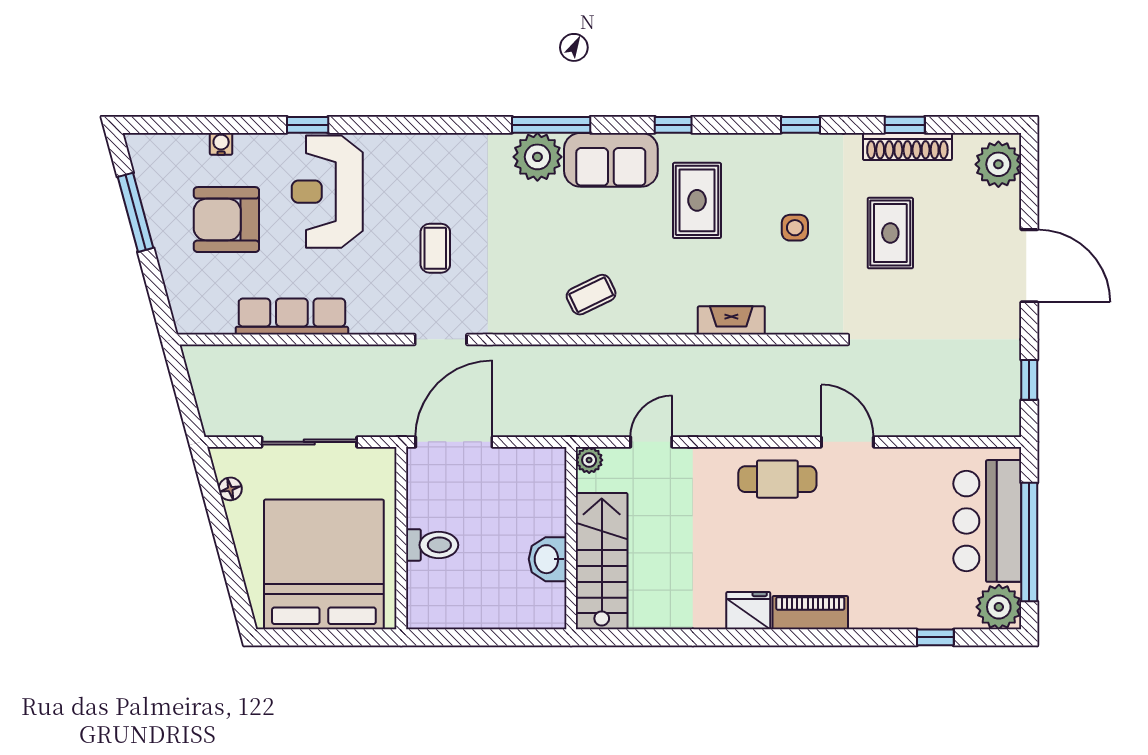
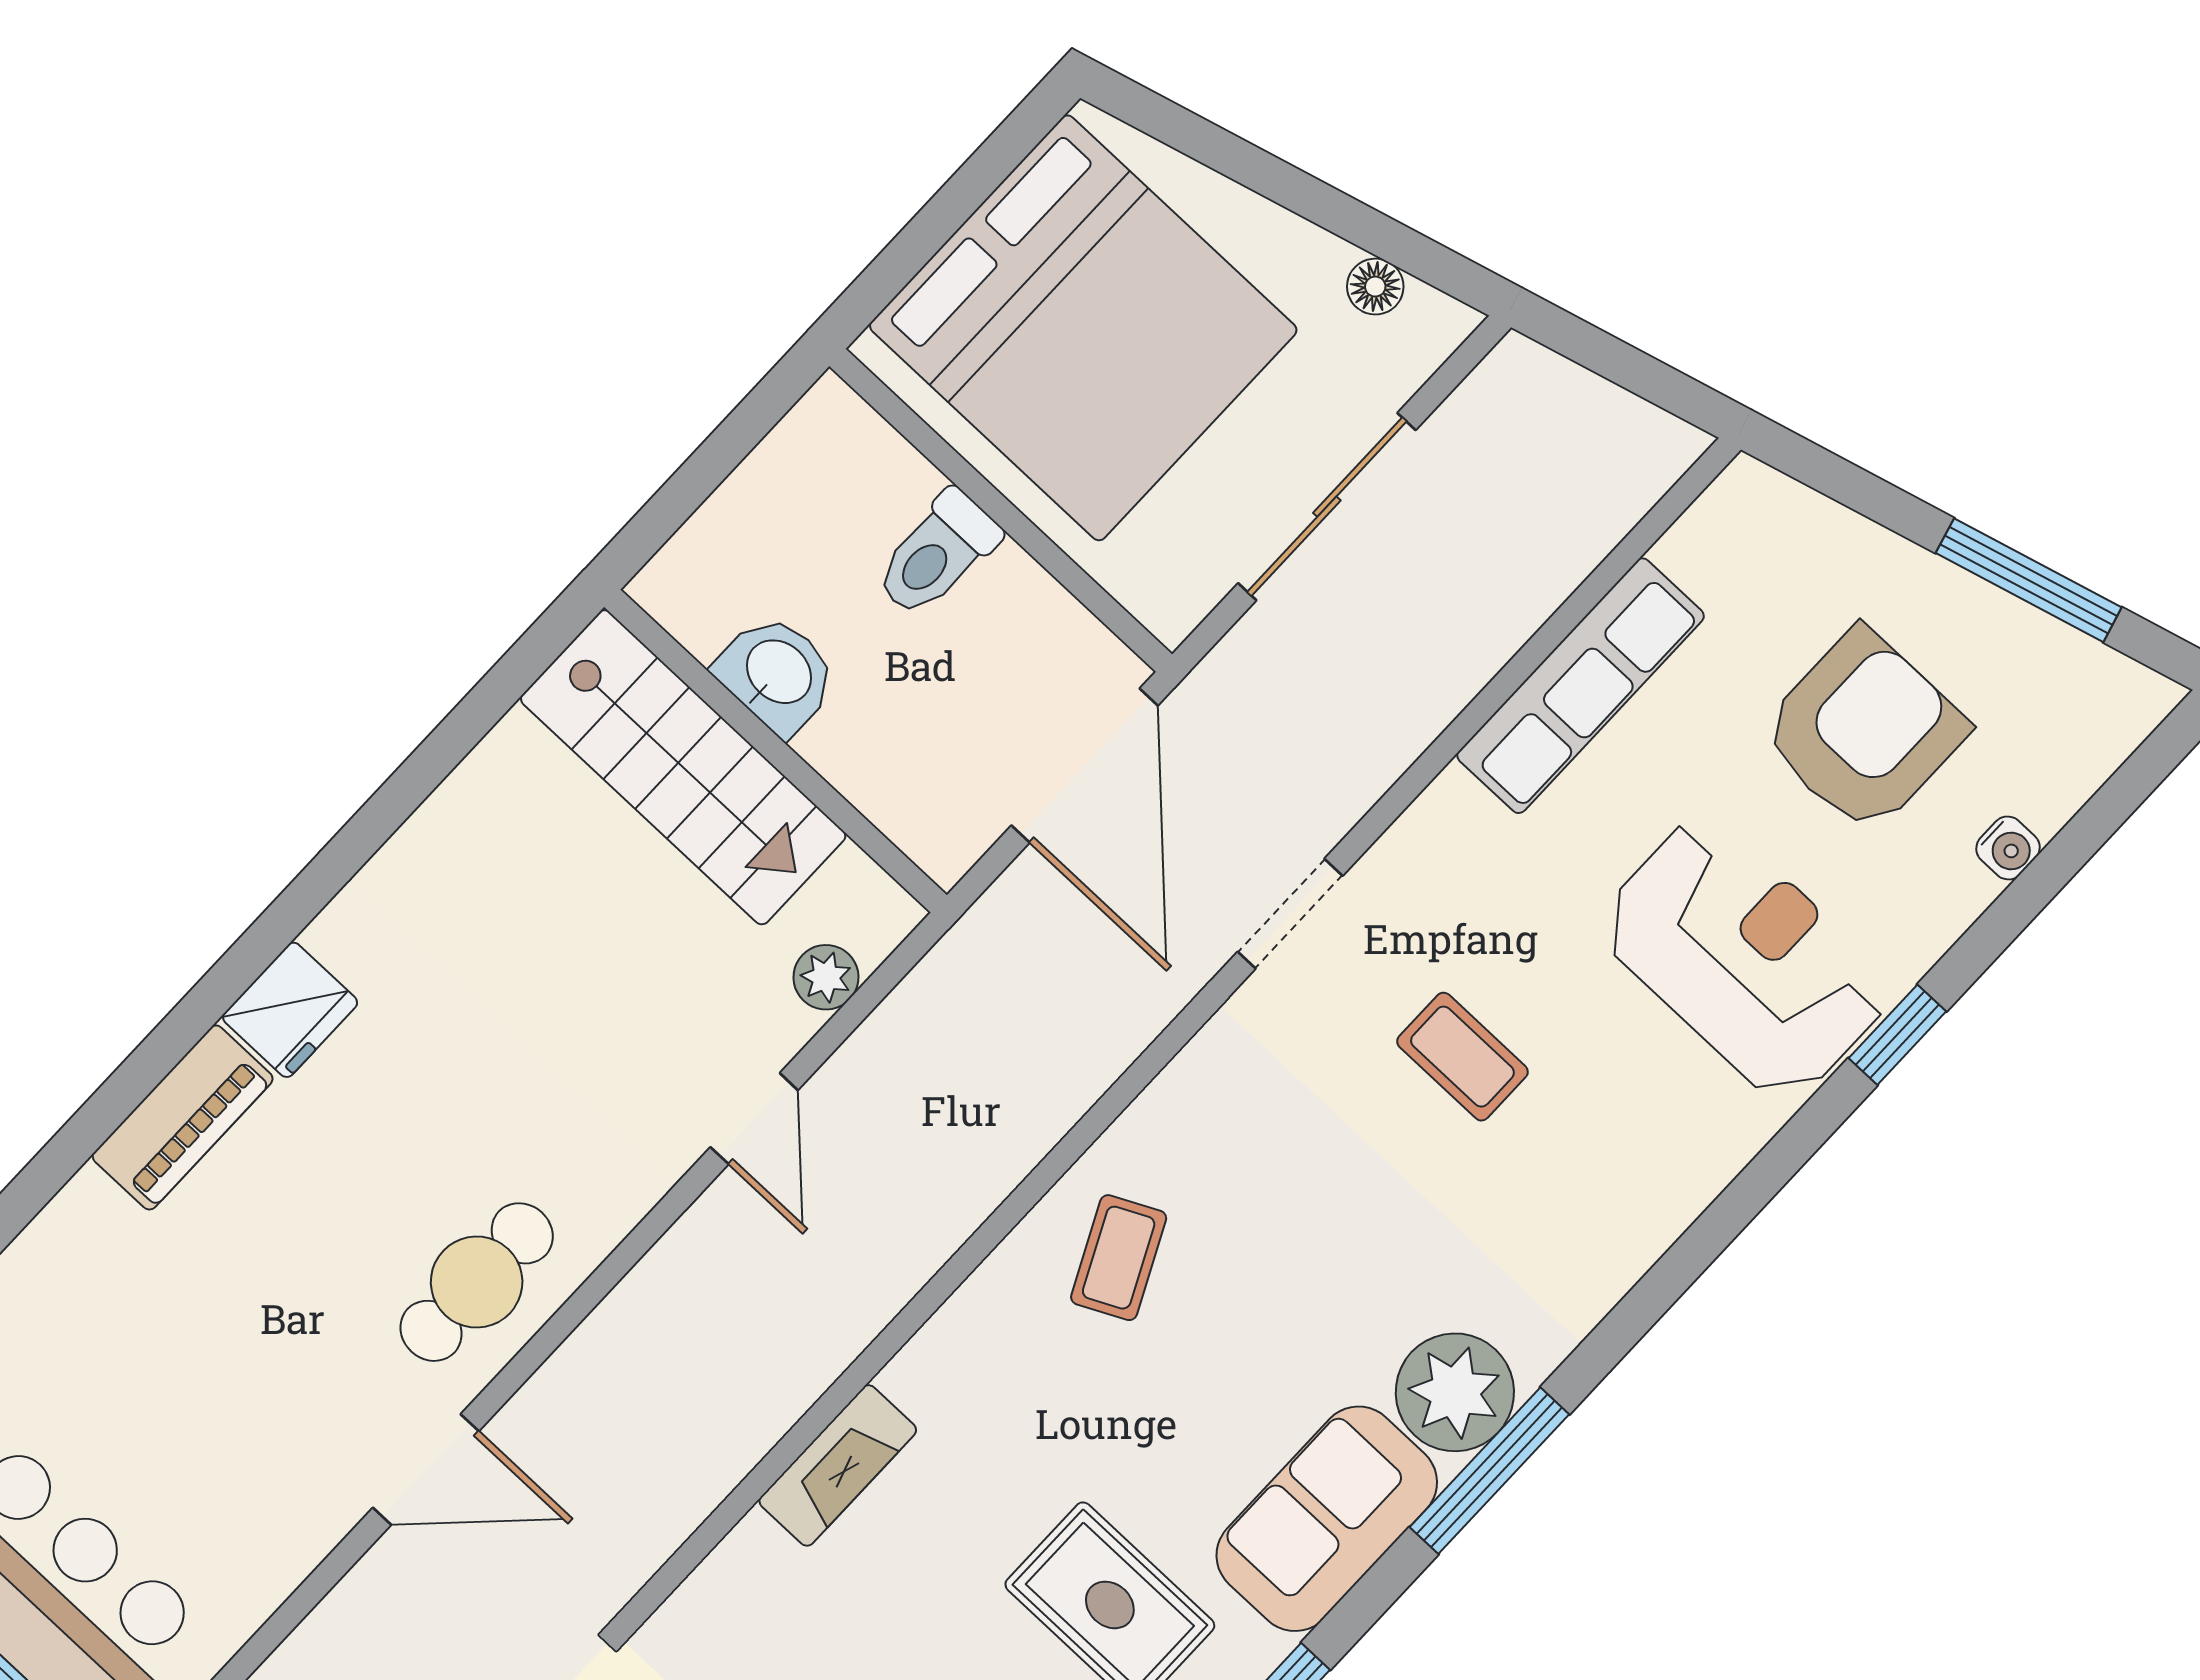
wall: (571, 538) -> (775, 751), moved
washbasin: (548, 559) -> (777, 674), moved
stairs: (602, 561) -> (683, 767), moved

